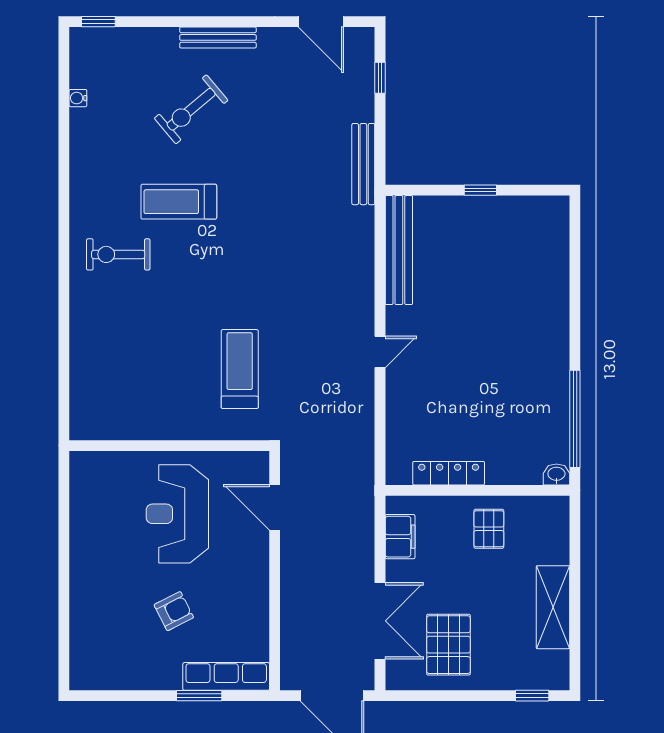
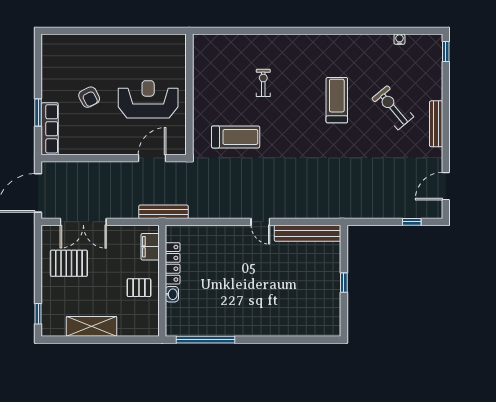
bench: (363, 164) -> (163, 212), moved
exercise bike: (118, 254) -> (263, 83), moved, width x0.73, depth x0.72
door: (380, 352) -> (260, 222), moved
washbasin: (556, 474) -> (172, 294), moved
filing cabinet: (400, 537) -> (150, 247), moved, turned 90

